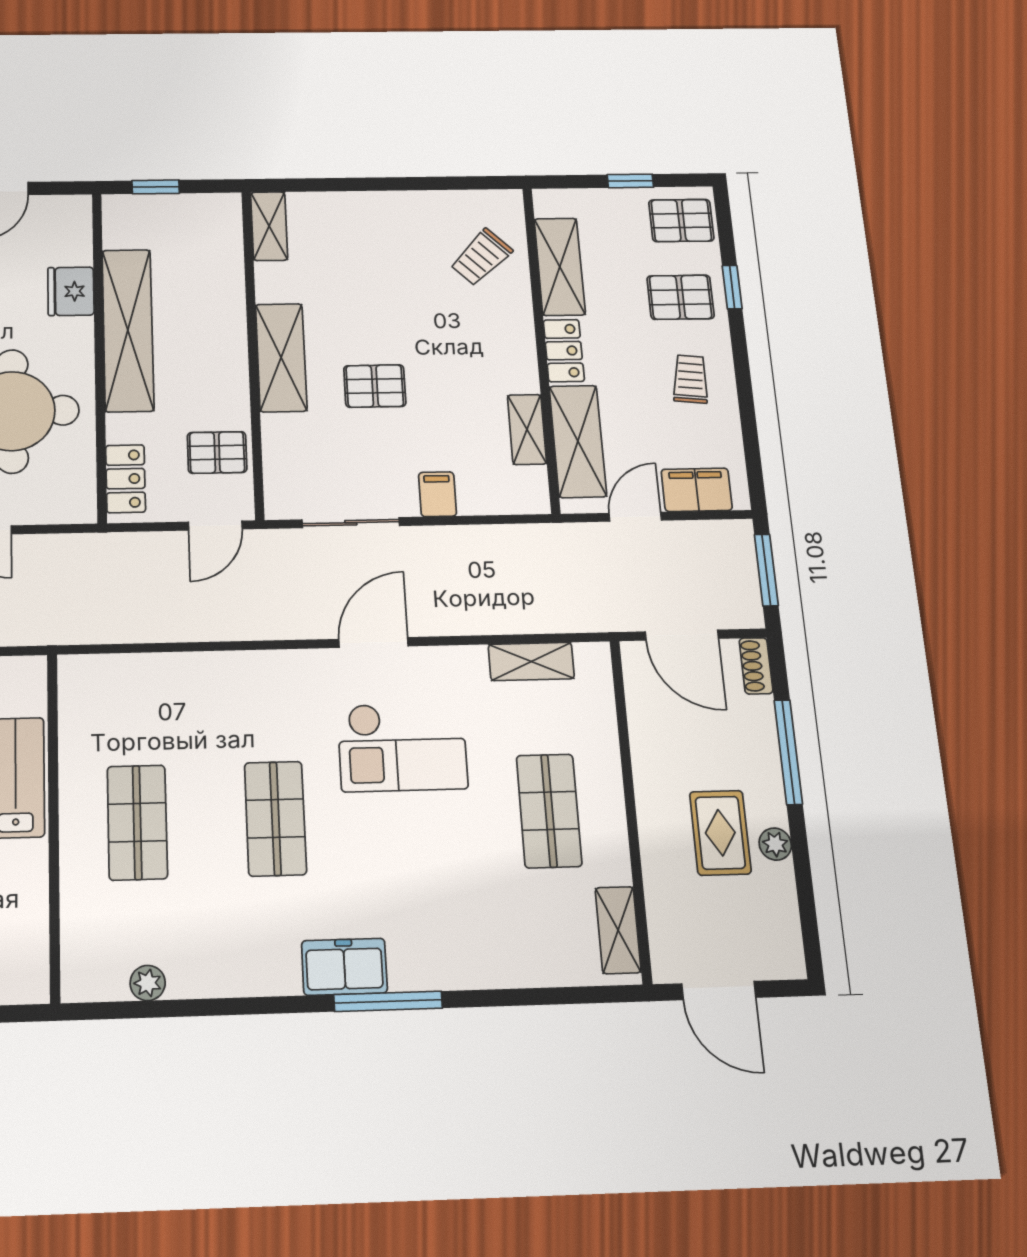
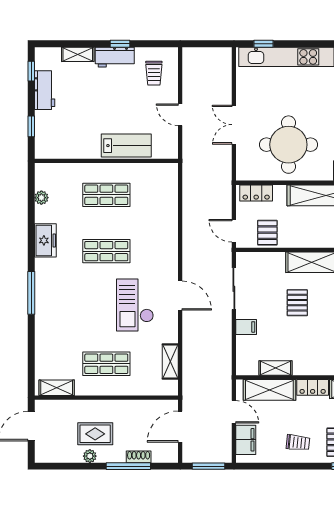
shoe rack: (756, 666) -> (139, 457), moved
freezer: (344, 967) -> (45, 240), moved

